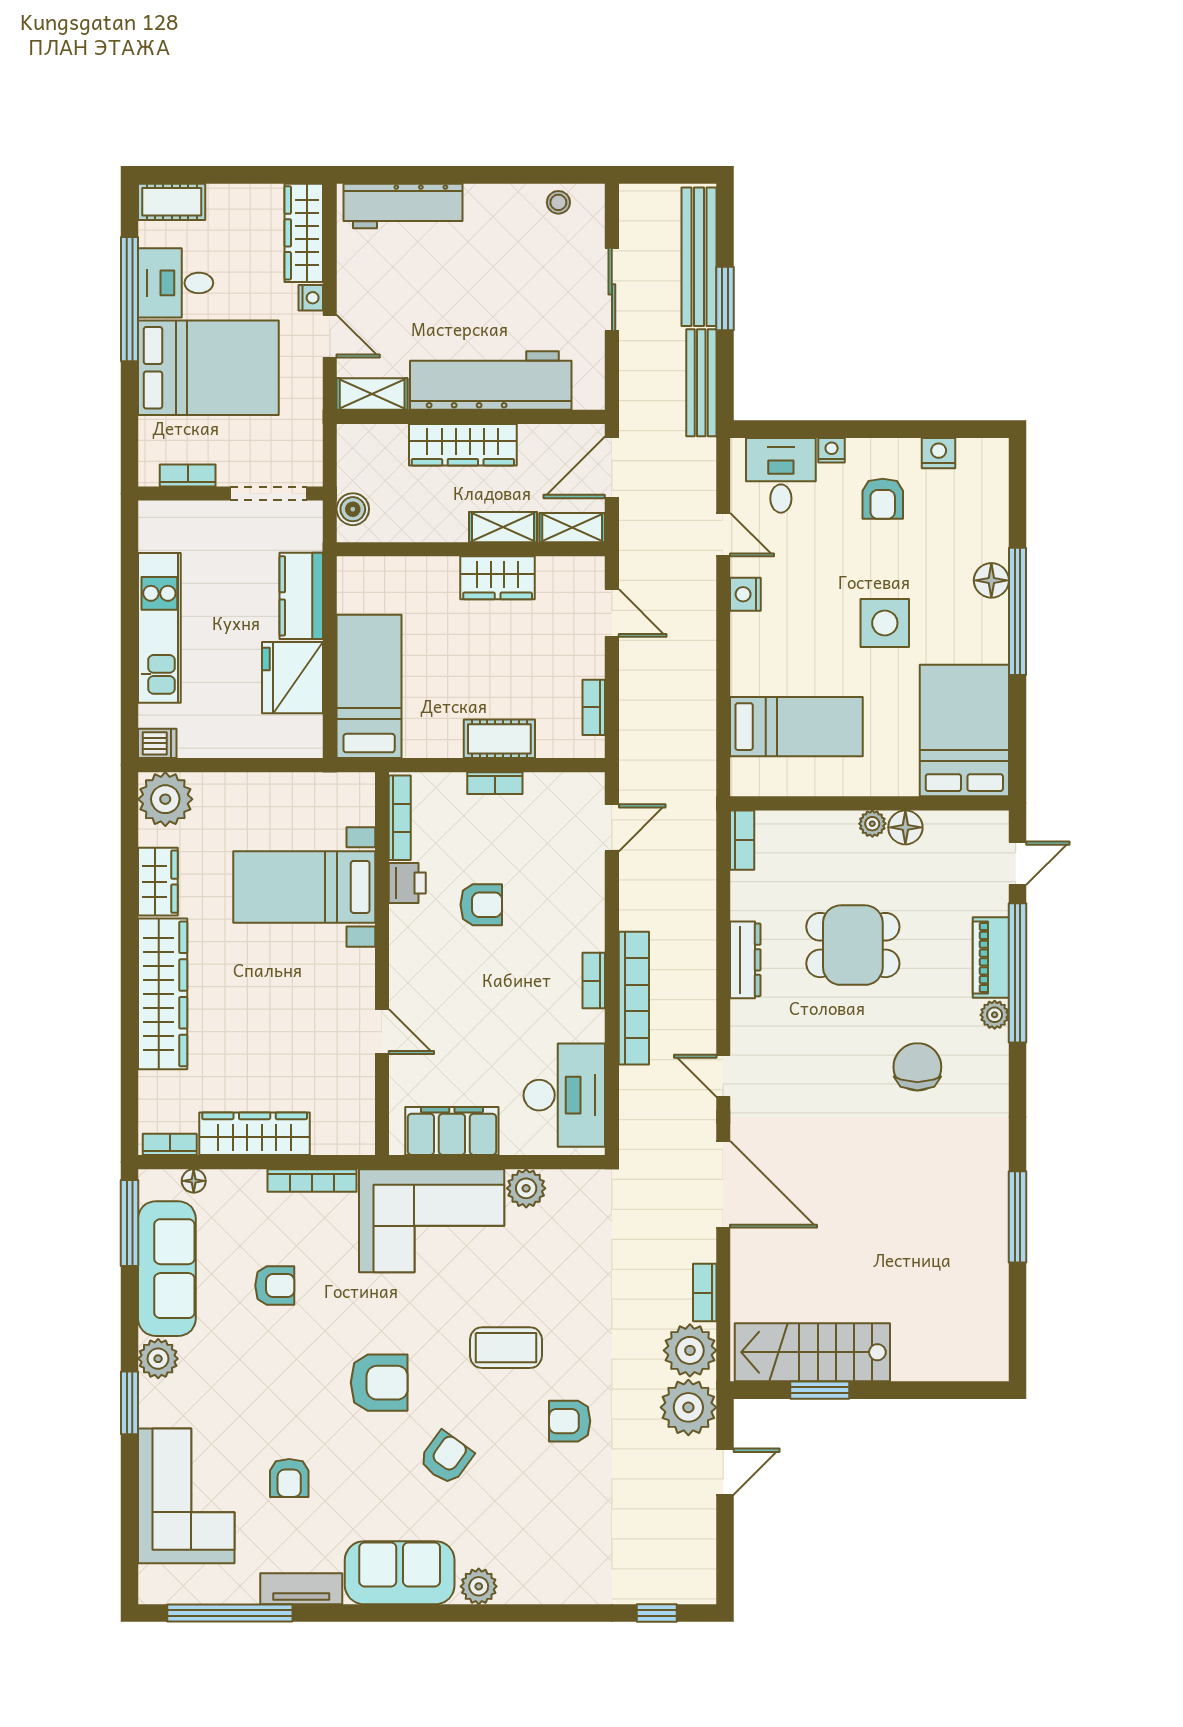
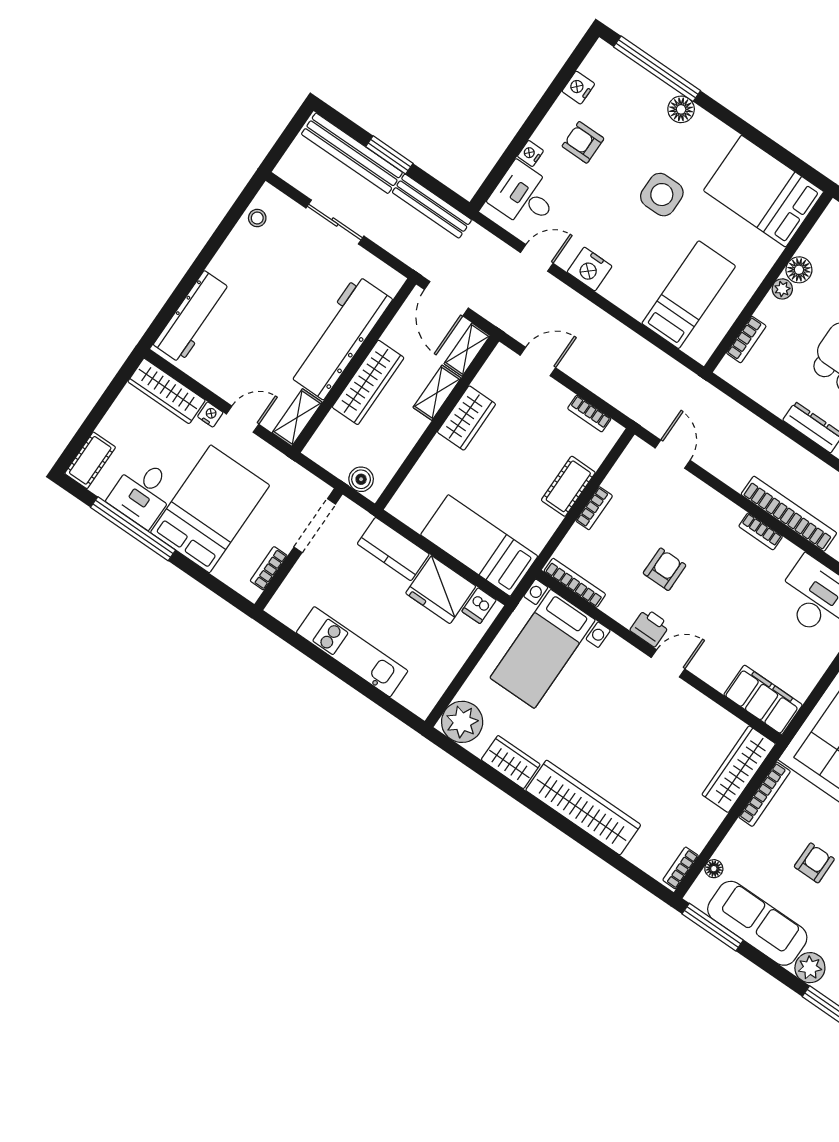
armchair: (883, 499) -> (583, 142), turned 180
nightstand: (745, 594) -> (590, 269), width x1.36, depth x1.33
window: (1017, 611) -> (657, 69), moved
dishwasher: (157, 743) -> (479, 606), moved, turned 180
bookcase: (742, 840) -> (746, 340), moved, turned 90
printer: (407, 883) -> (650, 627), moved
bed with nightstands: (304, 887) -> (543, 649), moved
door: (382, 1032) -> (668, 663), moved
filing cabinet: (452, 1131) -> (763, 700), moved, turned 90
wardrobe: (255, 1134) -> (739, 769), moved

